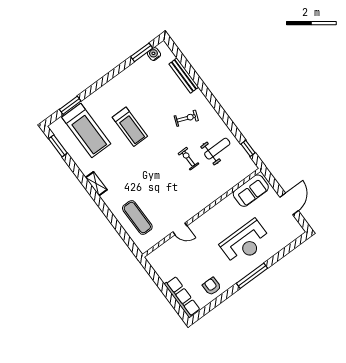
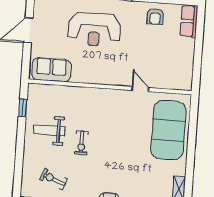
exercise mat: (137, 217) -> (168, 130), width x2.00, depth x1.45
reception desk: (245, 242) -> (94, 29), turned 180
row of seats: (182, 297) -> (189, 21), width x0.68

